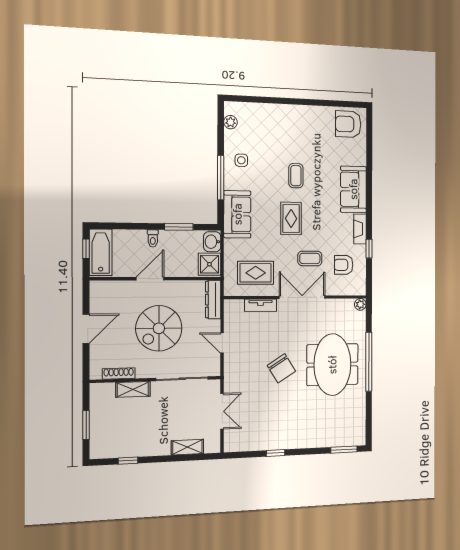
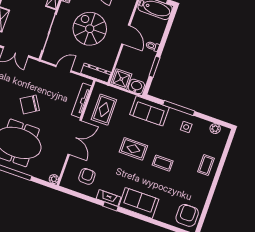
window: (369, 249) -> (111, 206), moved
coffee table: (310, 258) -> (206, 165), moved
tv unit: (260, 305) -> (81, 100), width x1.41

